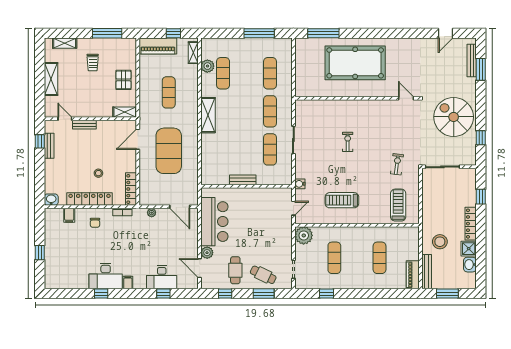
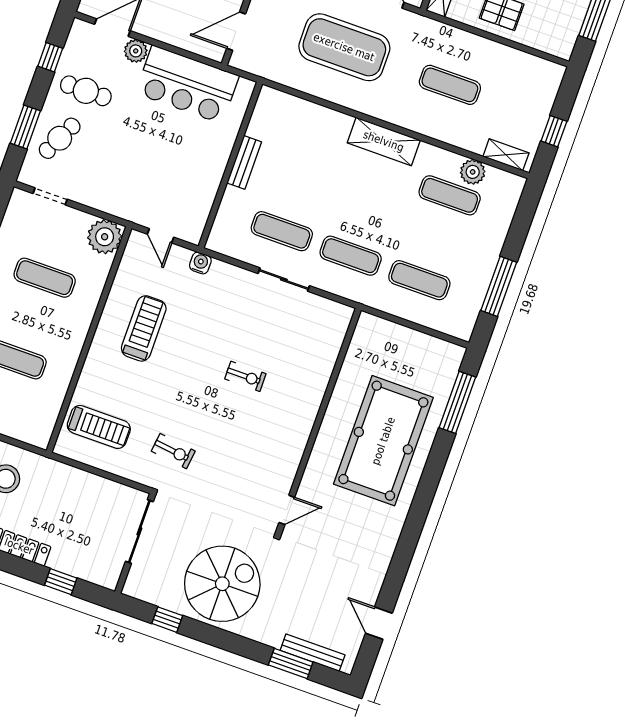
piano: (158, 46) -> (541, 95), removed

